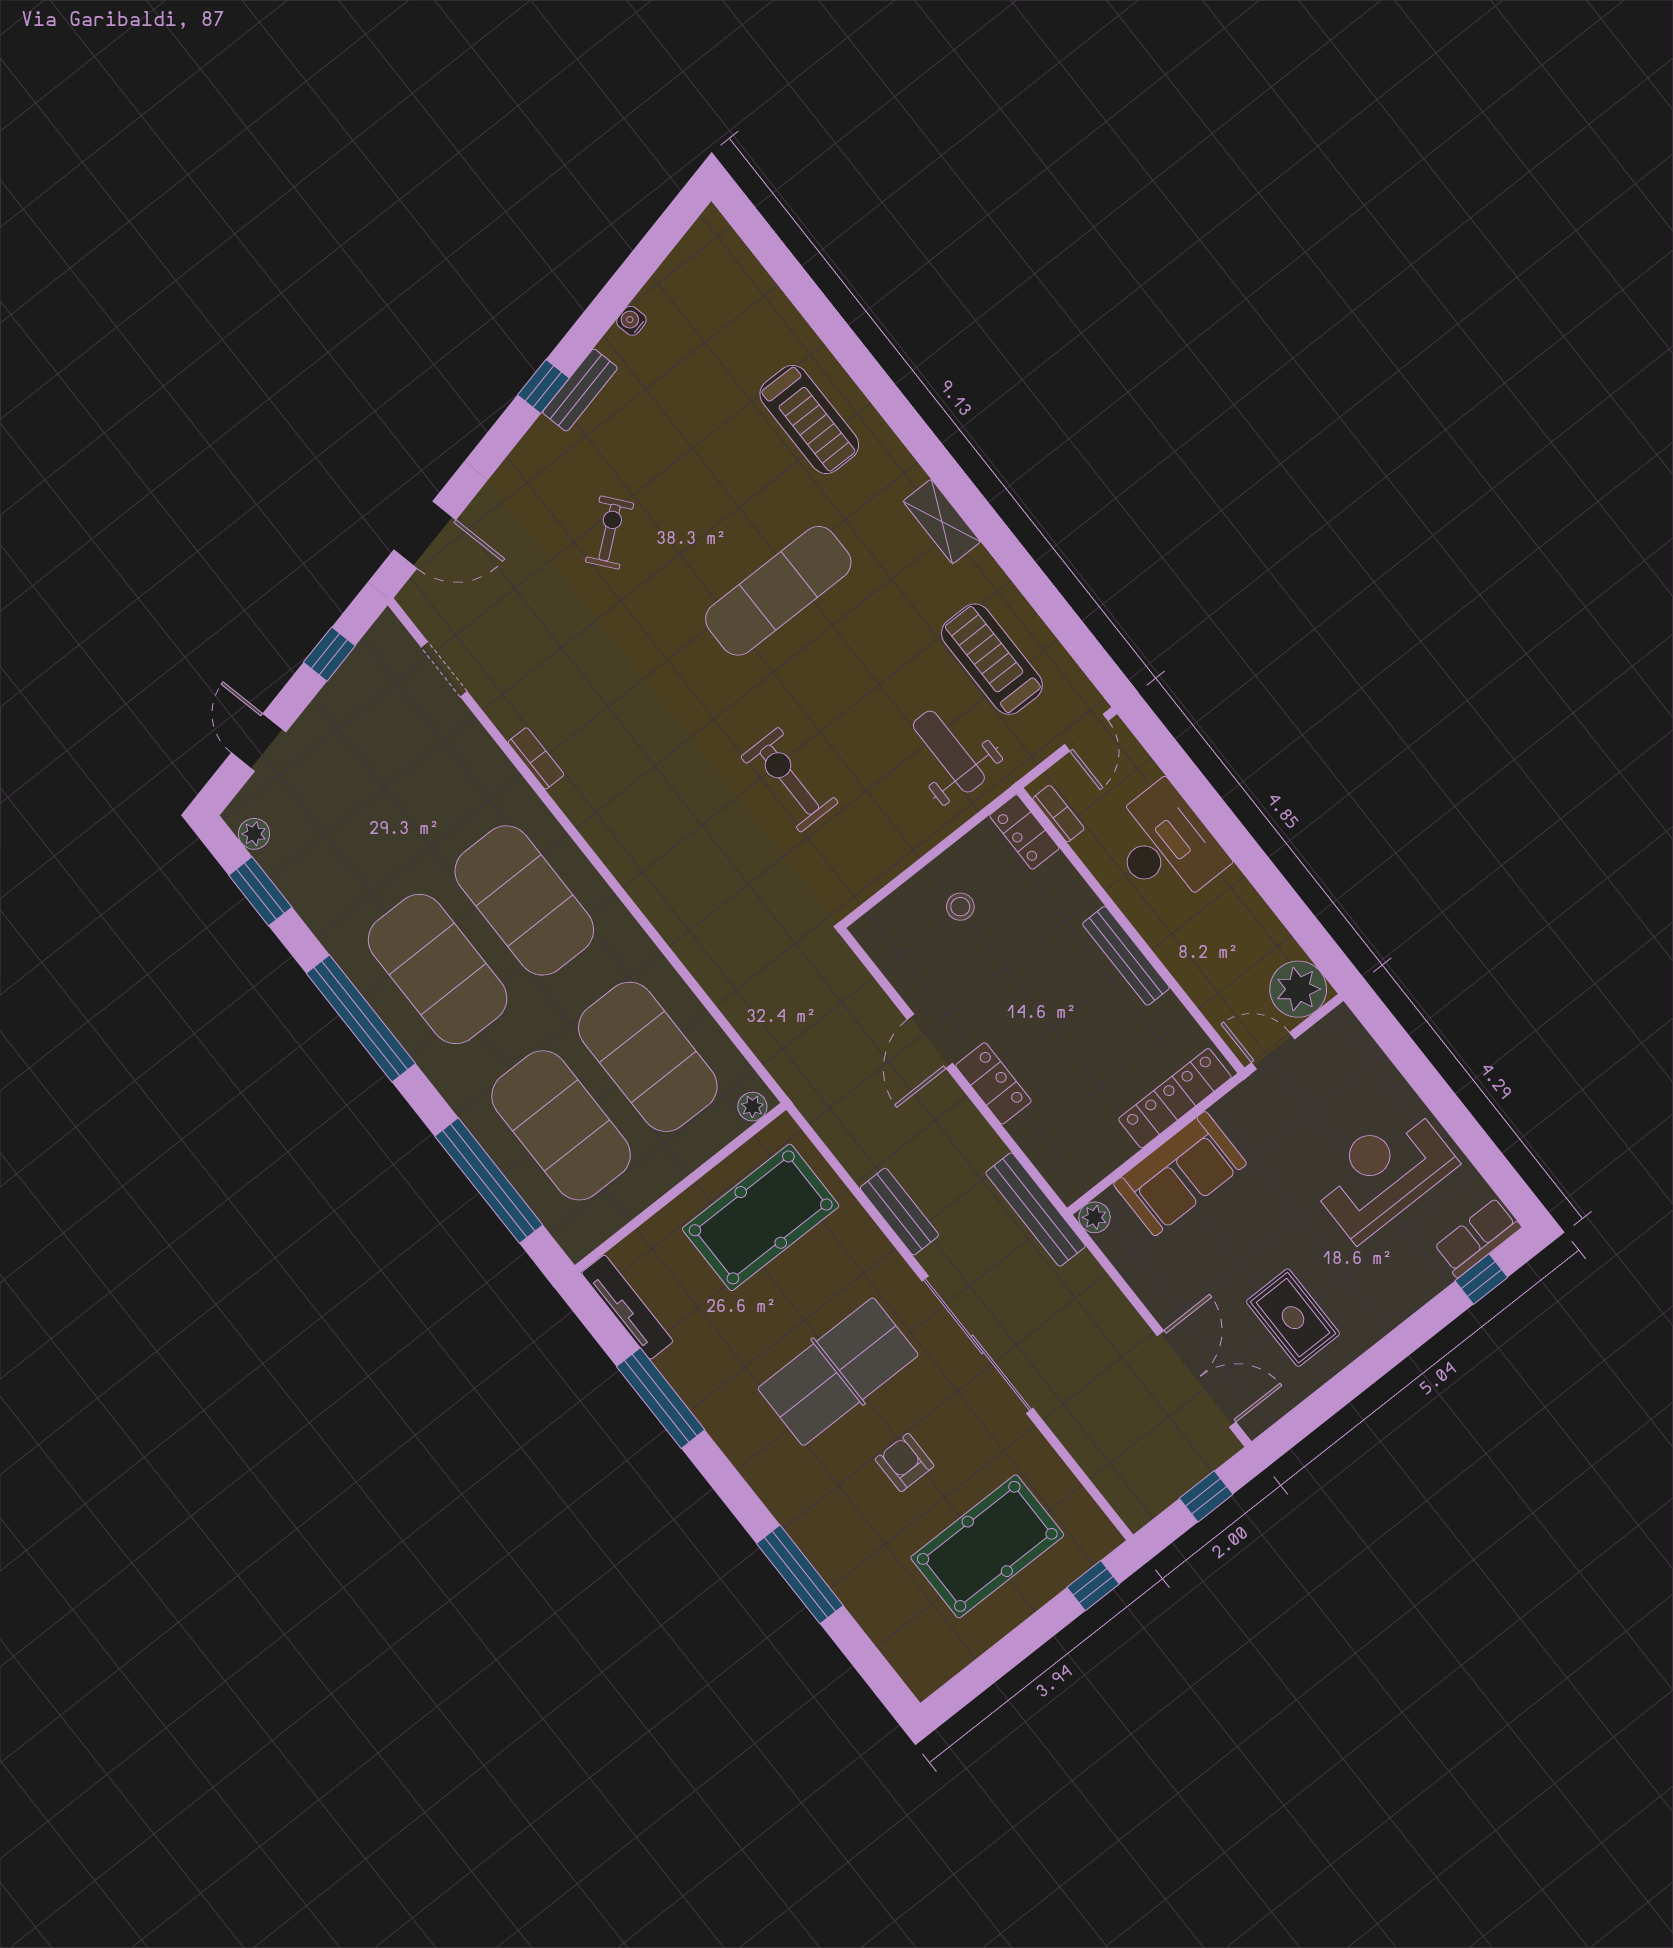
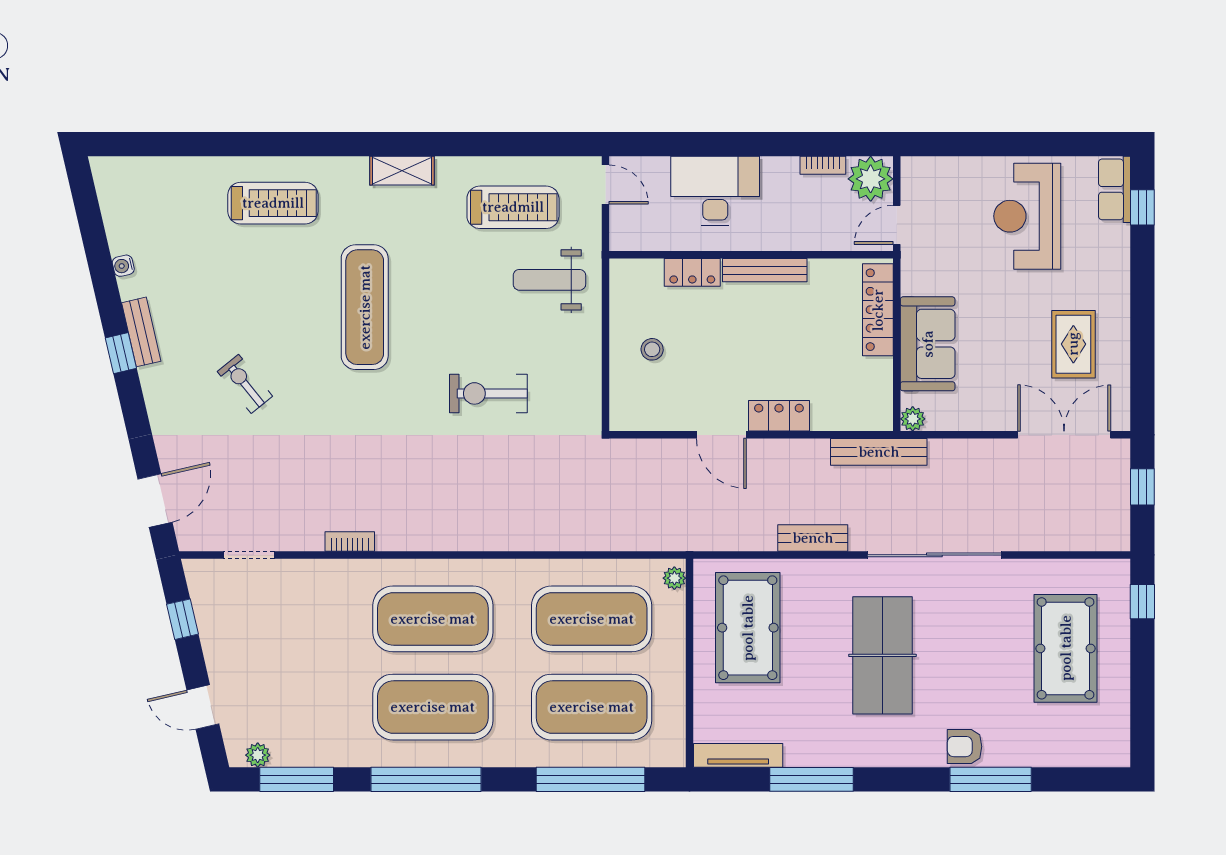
treadmill: (992, 659) -> (513, 207), turned 180
bookcase: (1058, 814) -> (823, 165), moved, turned 180
locker: (1024, 832) -> (692, 272), moved
window: (260, 891) -> (297, 779), width x1.44
rug: (1293, 1318) -> (1073, 344), turned 90
armchair: (905, 1462) -> (965, 747), moved

